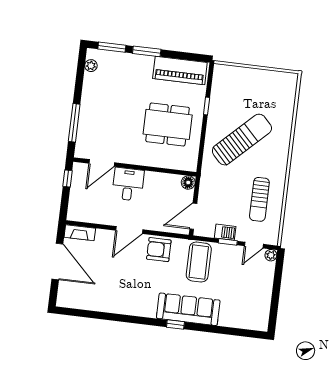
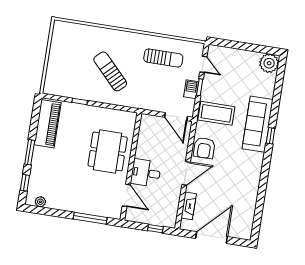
window: (112, 47) -> (25, 183), width x0.67
dining table: (168, 124) -> (108, 151), moved
sun lounger: (242, 140) -> (110, 71), width x0.73, depth x0.75
window: (67, 178) -> (155, 229), moved
floor lamp: (188, 183) -> (146, 120), removed
door: (129, 230) -> (186, 173), hinge flipped
fireplace: (80, 233) -> (189, 206), moved
plant: (271, 255) -> (269, 63), moved, width x1.88, depth x1.88

